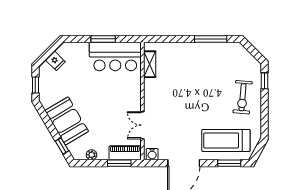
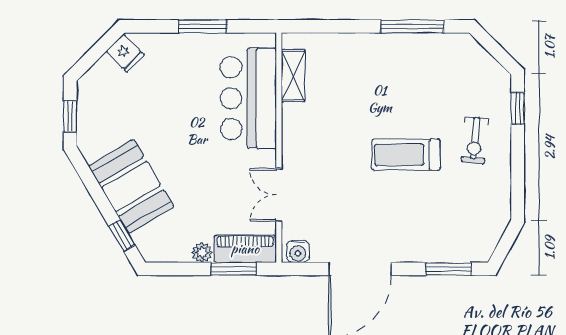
bar counter: (115, 57) -> (248, 98), moved, turned 90
fridge: (55, 61) -> (125, 53), moved
exercise bike: (243, 97) -> (475, 140), width x0.73, depth x0.72
treadmill: (226, 140) -> (406, 155), moved, width x0.73, depth x0.73
plant: (92, 155) -> (202, 253), moved

